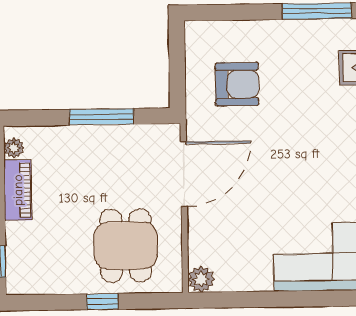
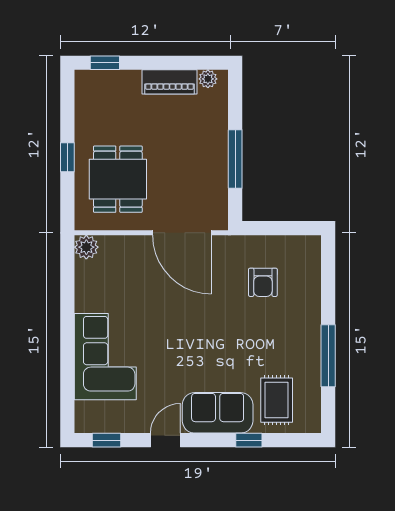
armchair: (237, 84) -> (263, 282), width x0.72, depth x0.72
dining table: (126, 246) -> (118, 179), turned 90

